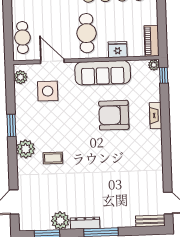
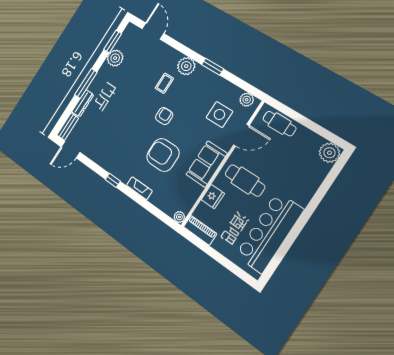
sofa: (103, 73) -> (207, 164), width x0.73
window: (164, 75) -> (113, 180), moved
armchair: (114, 115) -> (163, 155), turned -90
armchair: (81, 138) -> (164, 116), added
dresser: (85, 223) -> (83, 103), moved

